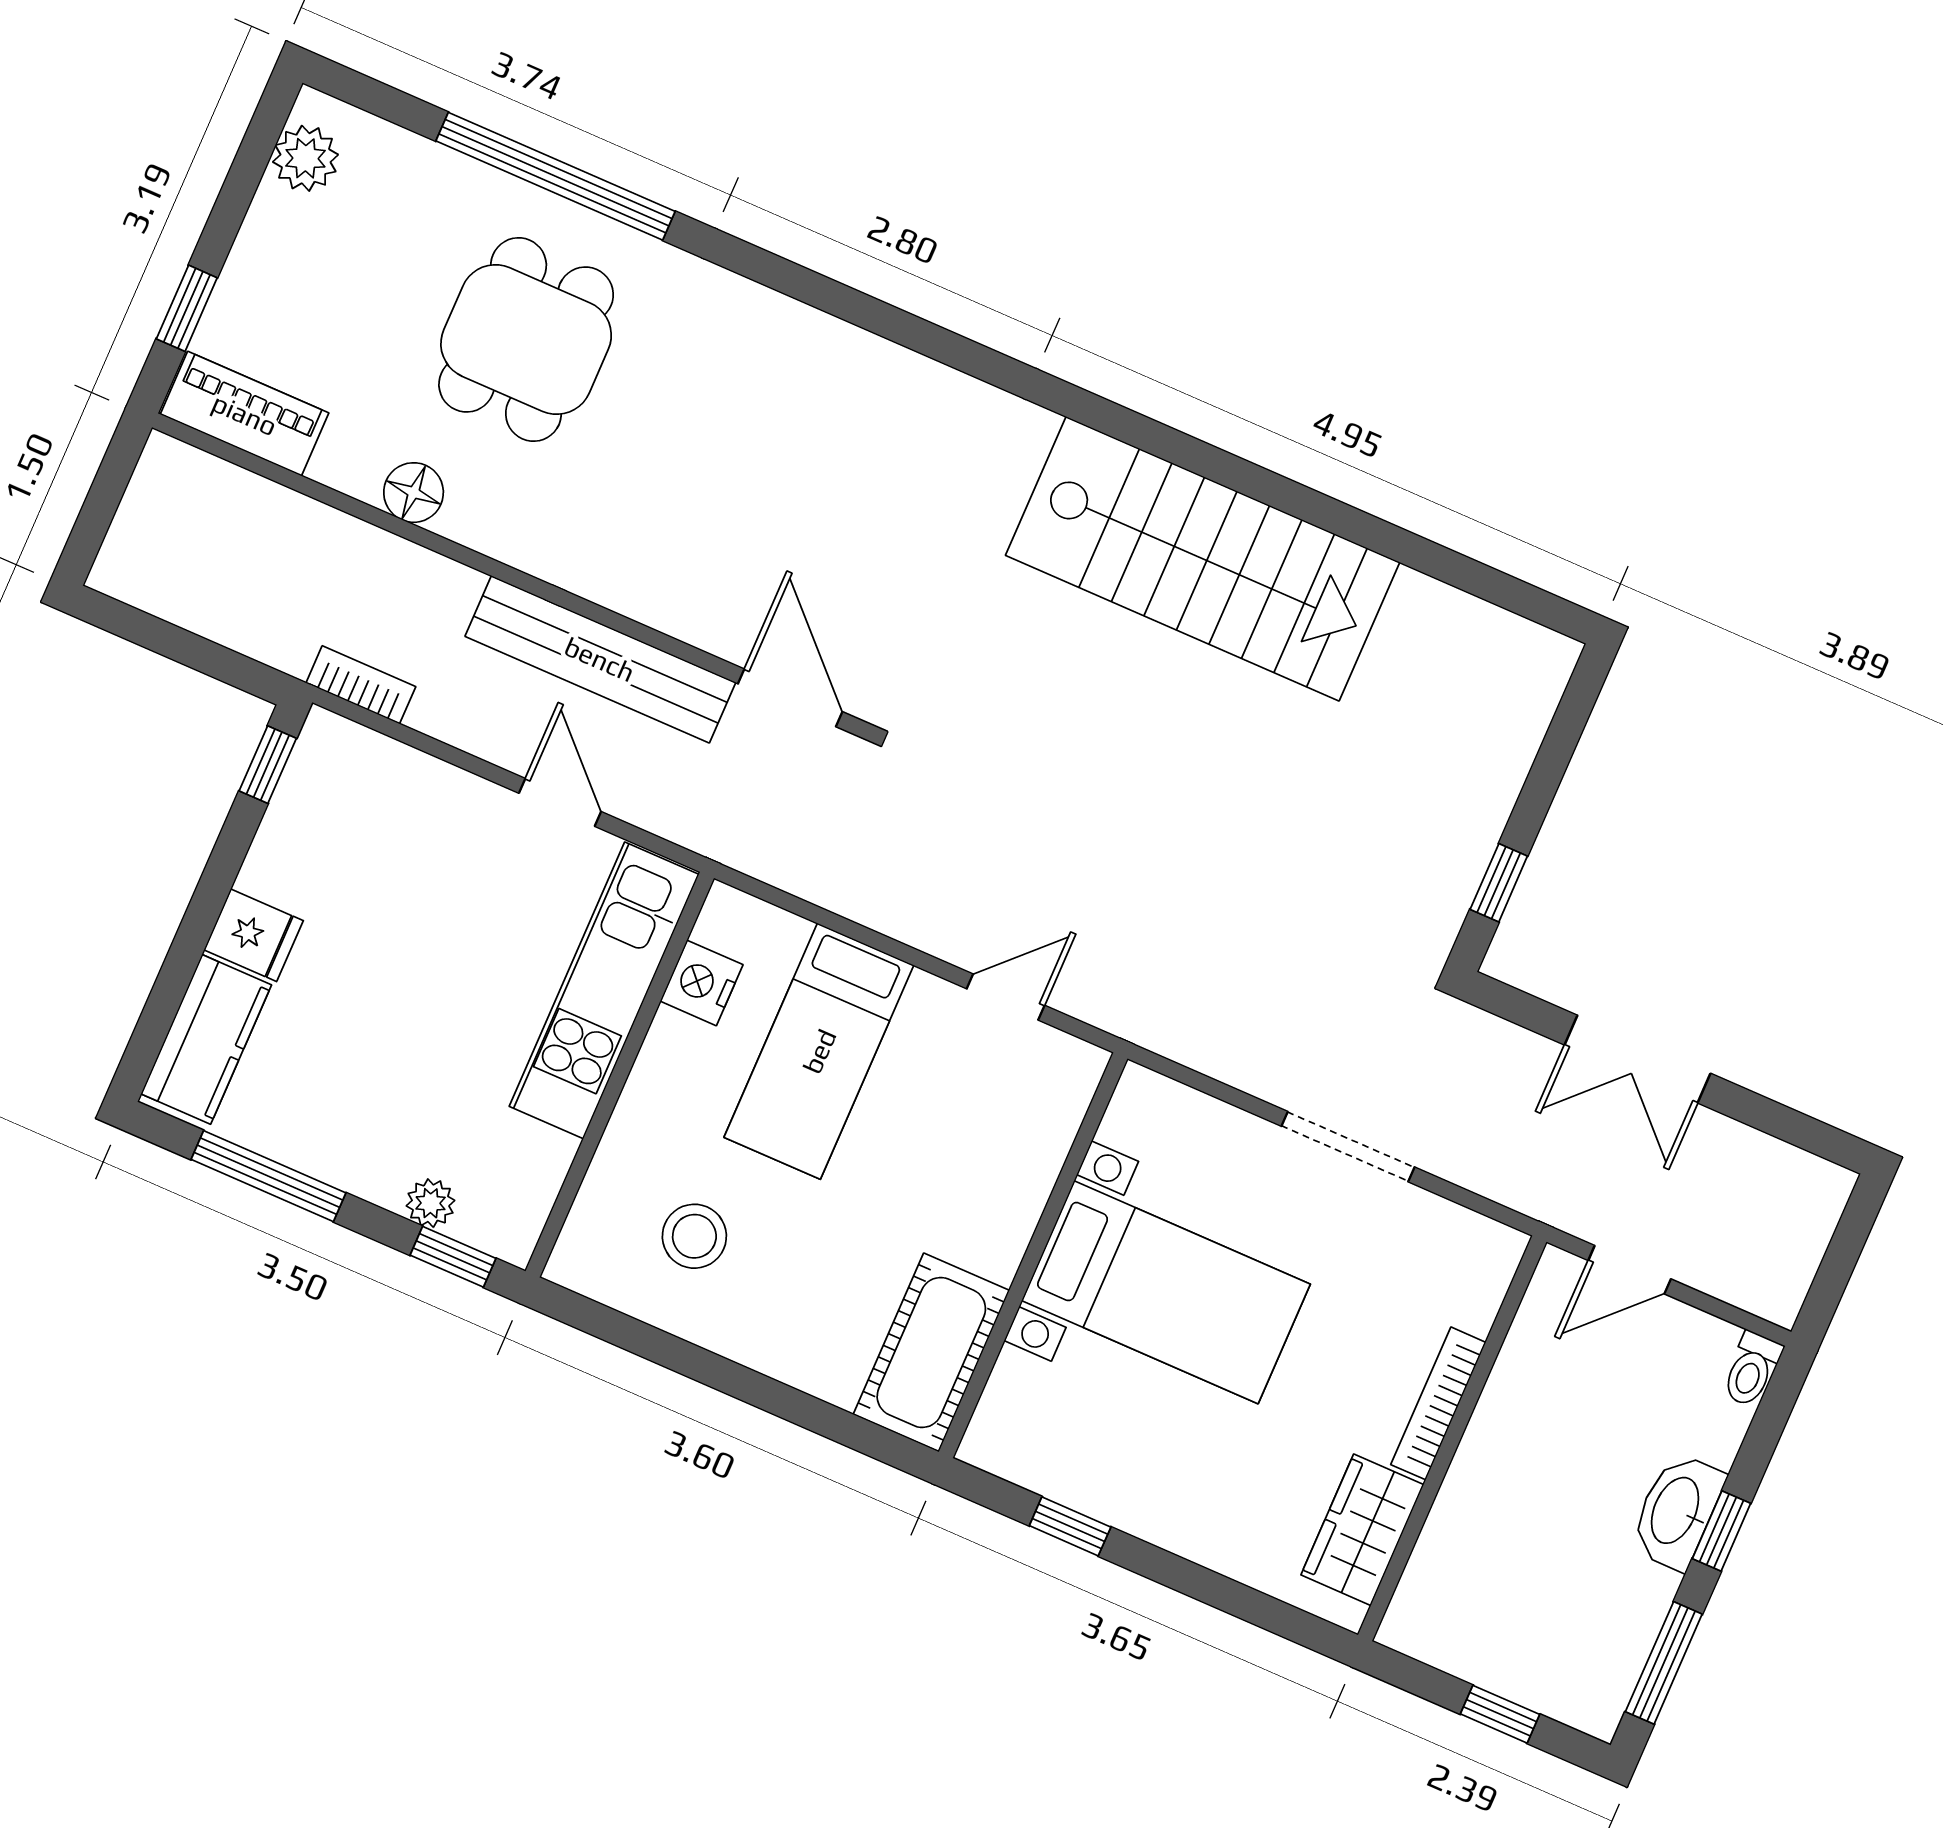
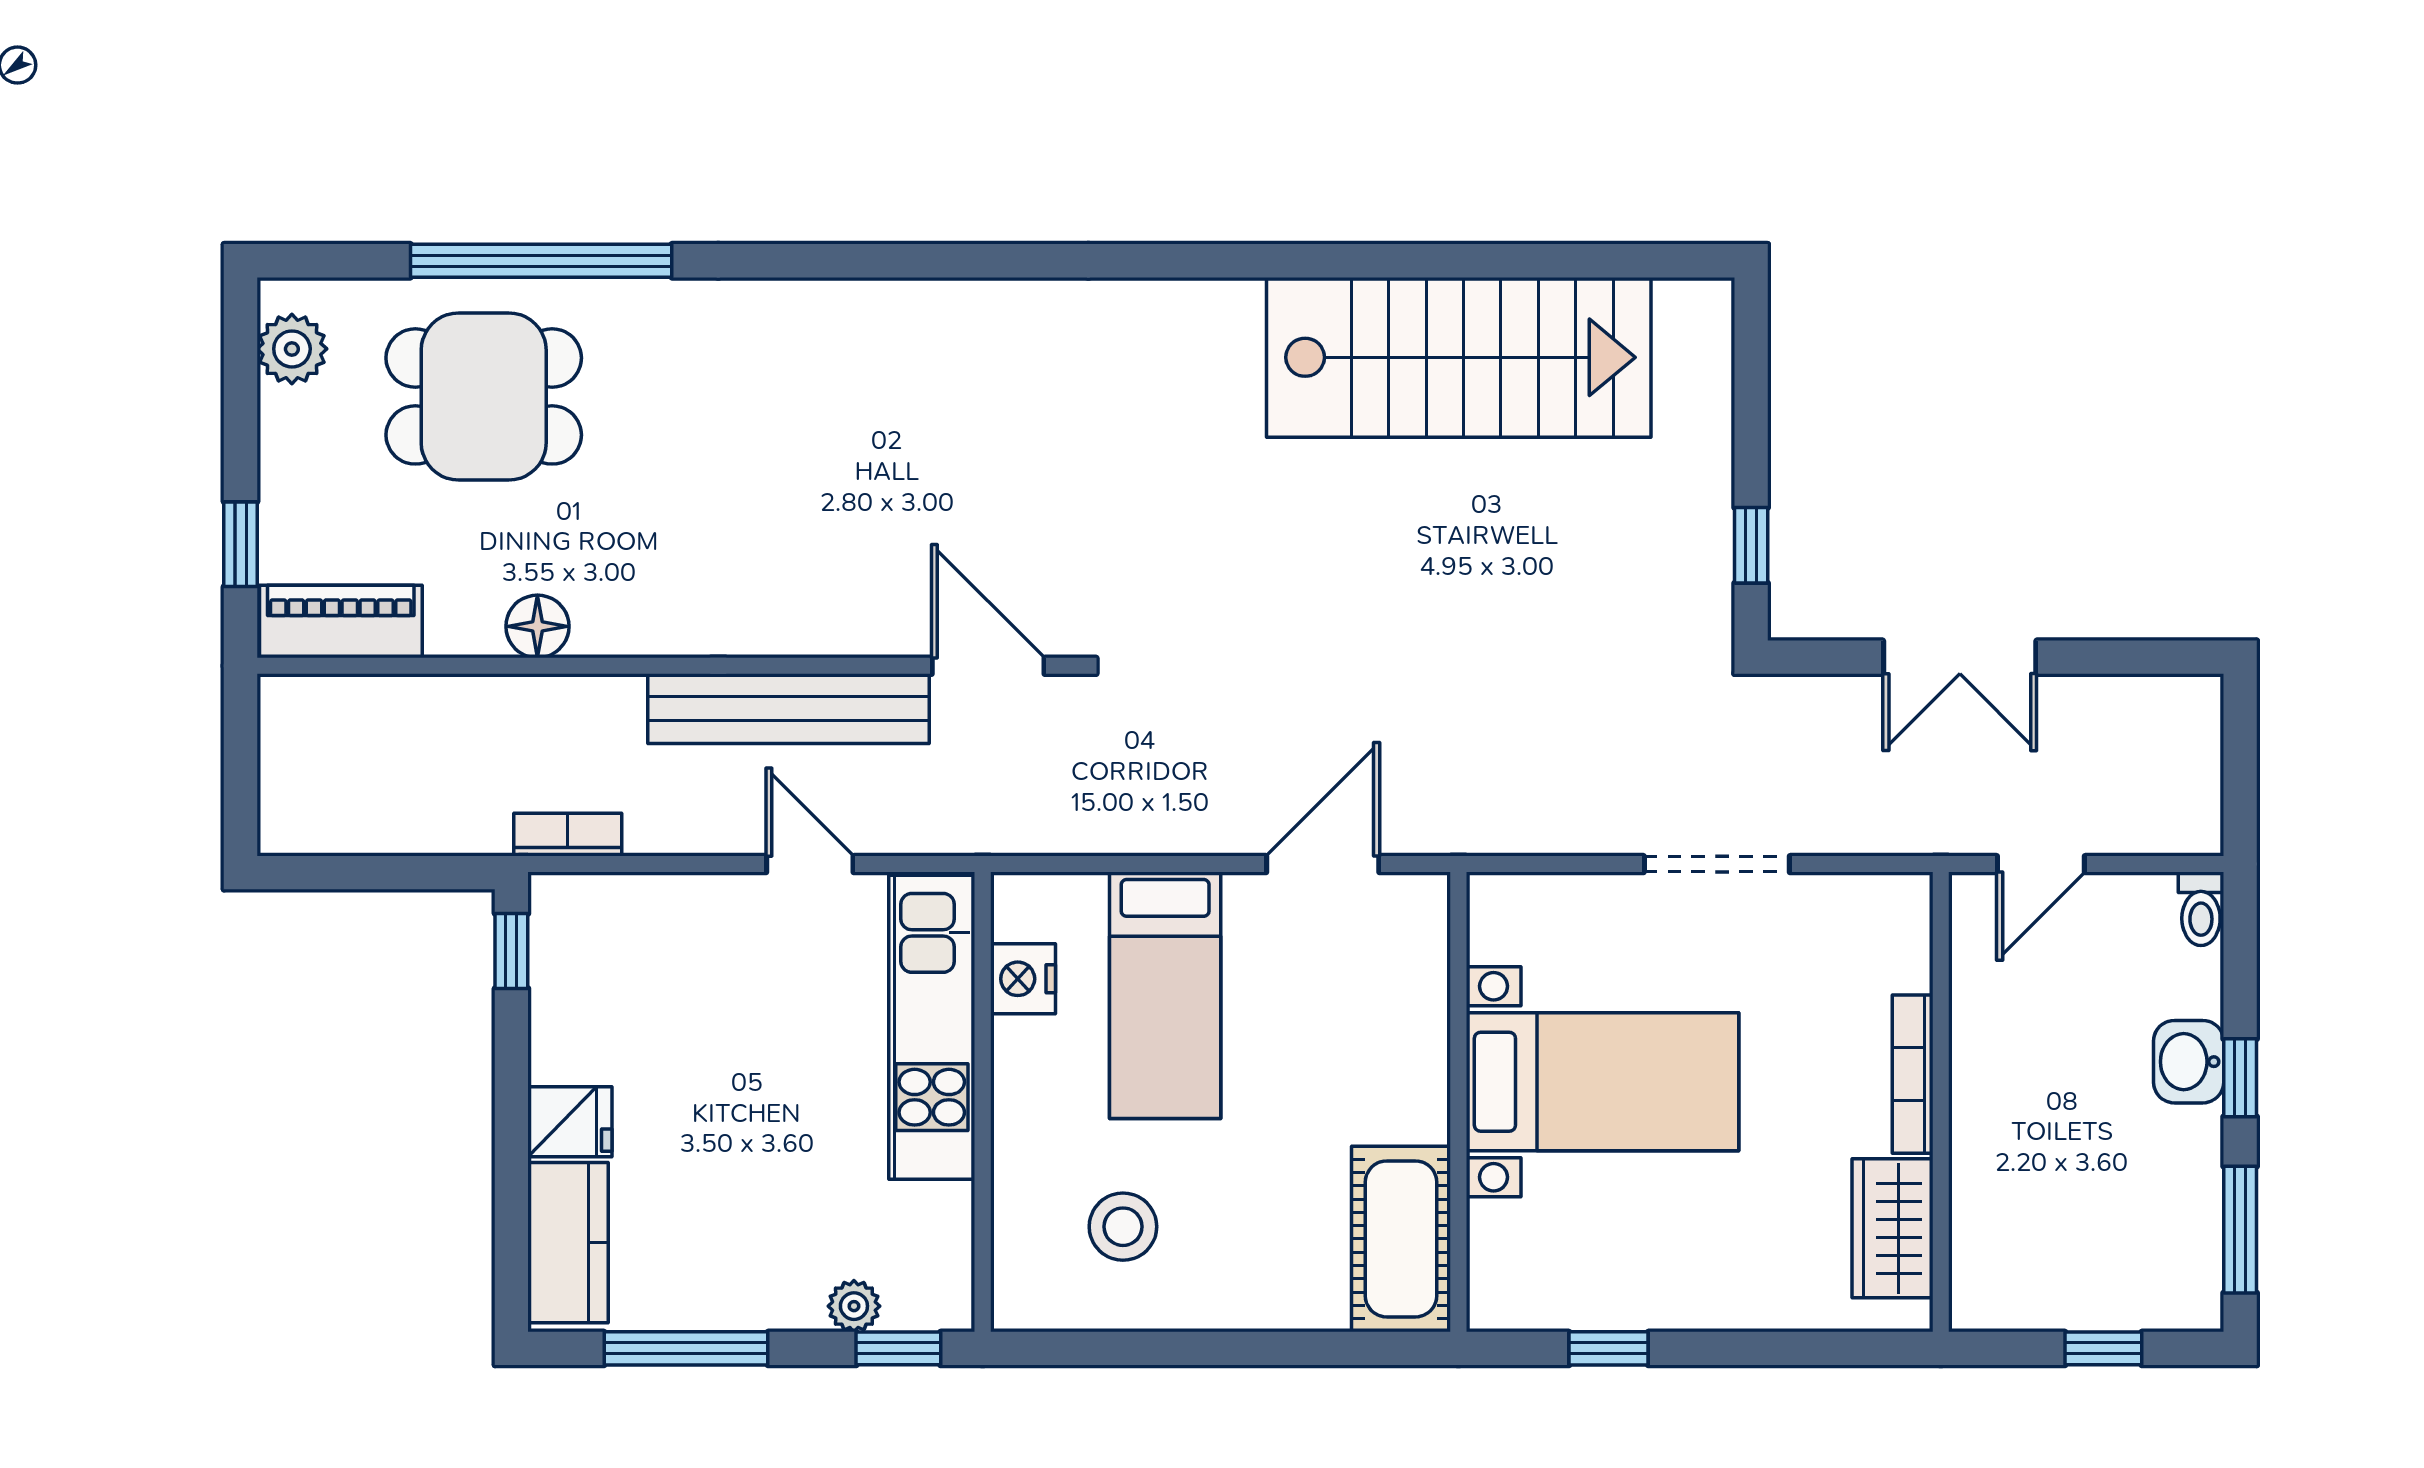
dining table: (526, 340) -> (484, 396), moved, turned 90
stairs: (1203, 559) -> (1459, 357), moved
door: (1006, 997) -> (1323, 864), width x1.38
washbasin: (1677, 1511) -> (2189, 1062), width x0.72

